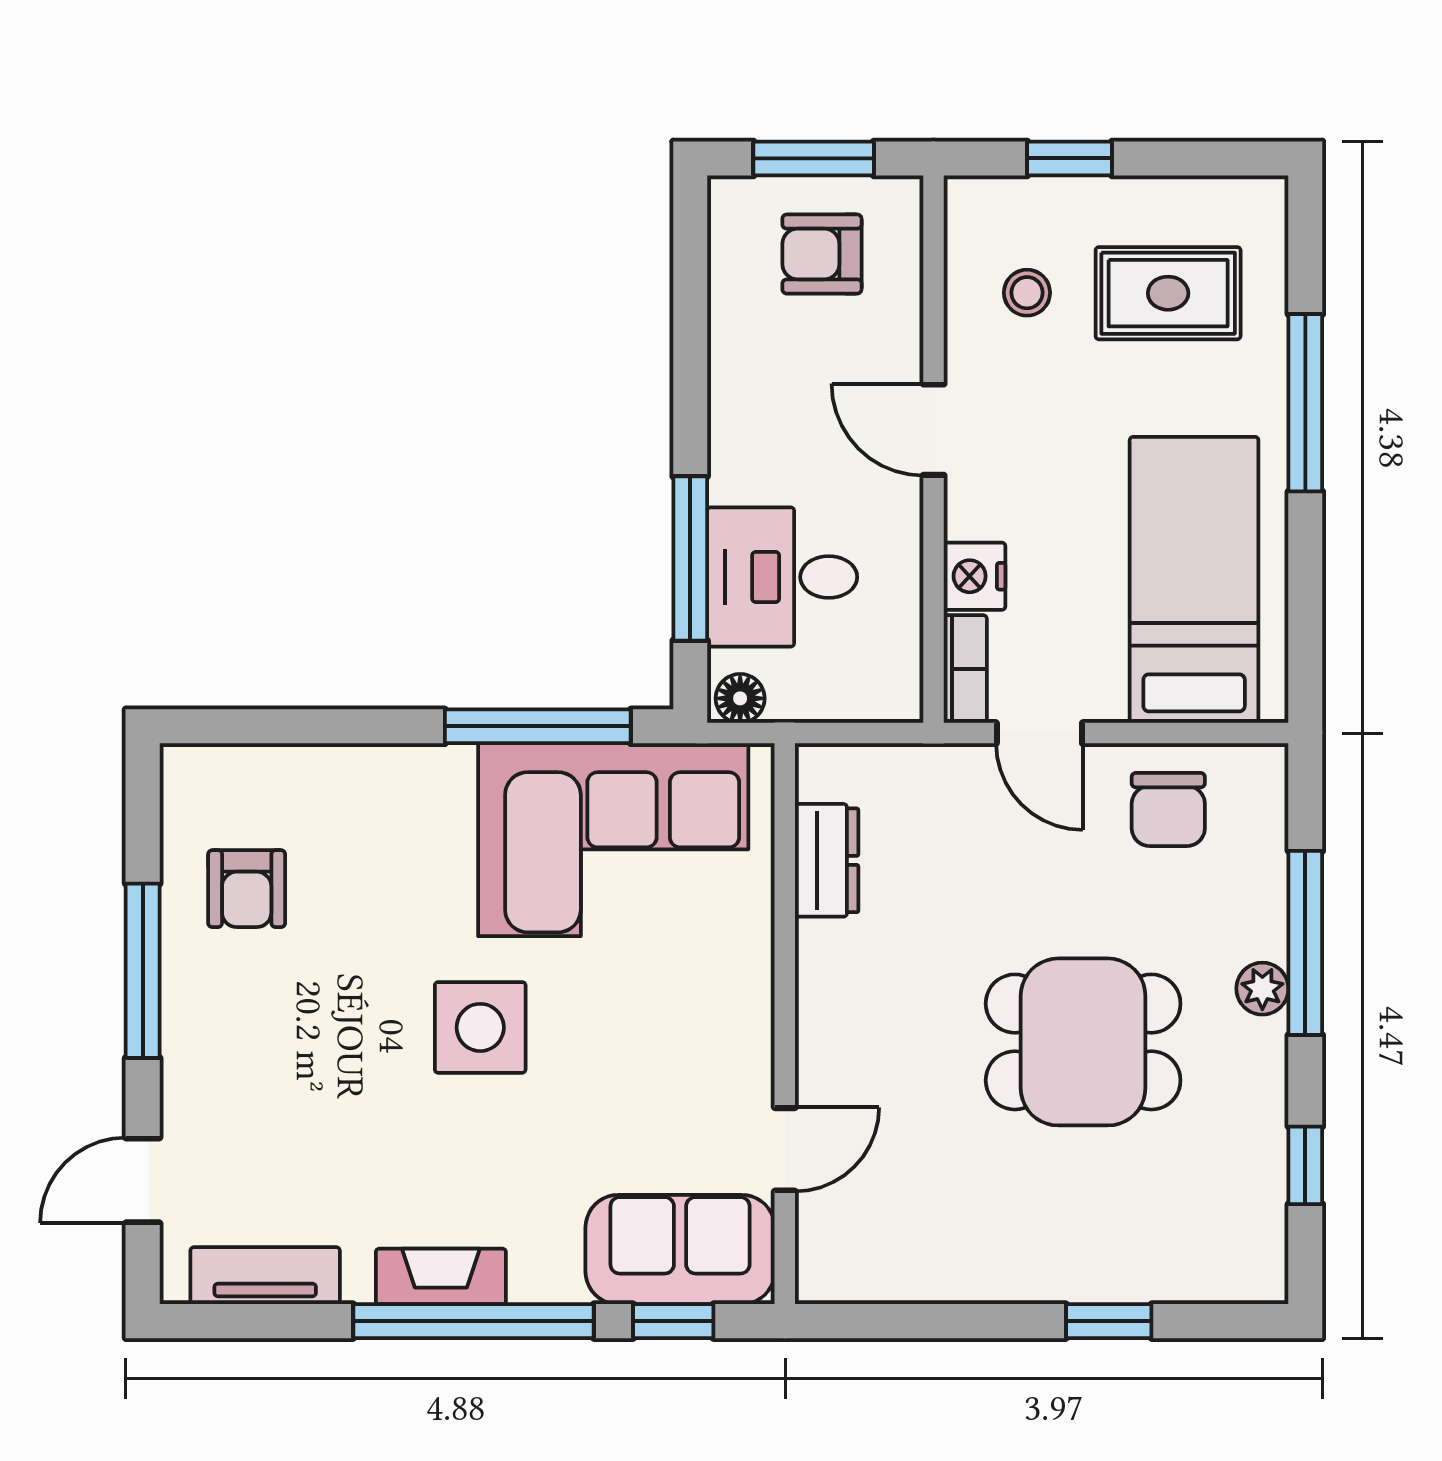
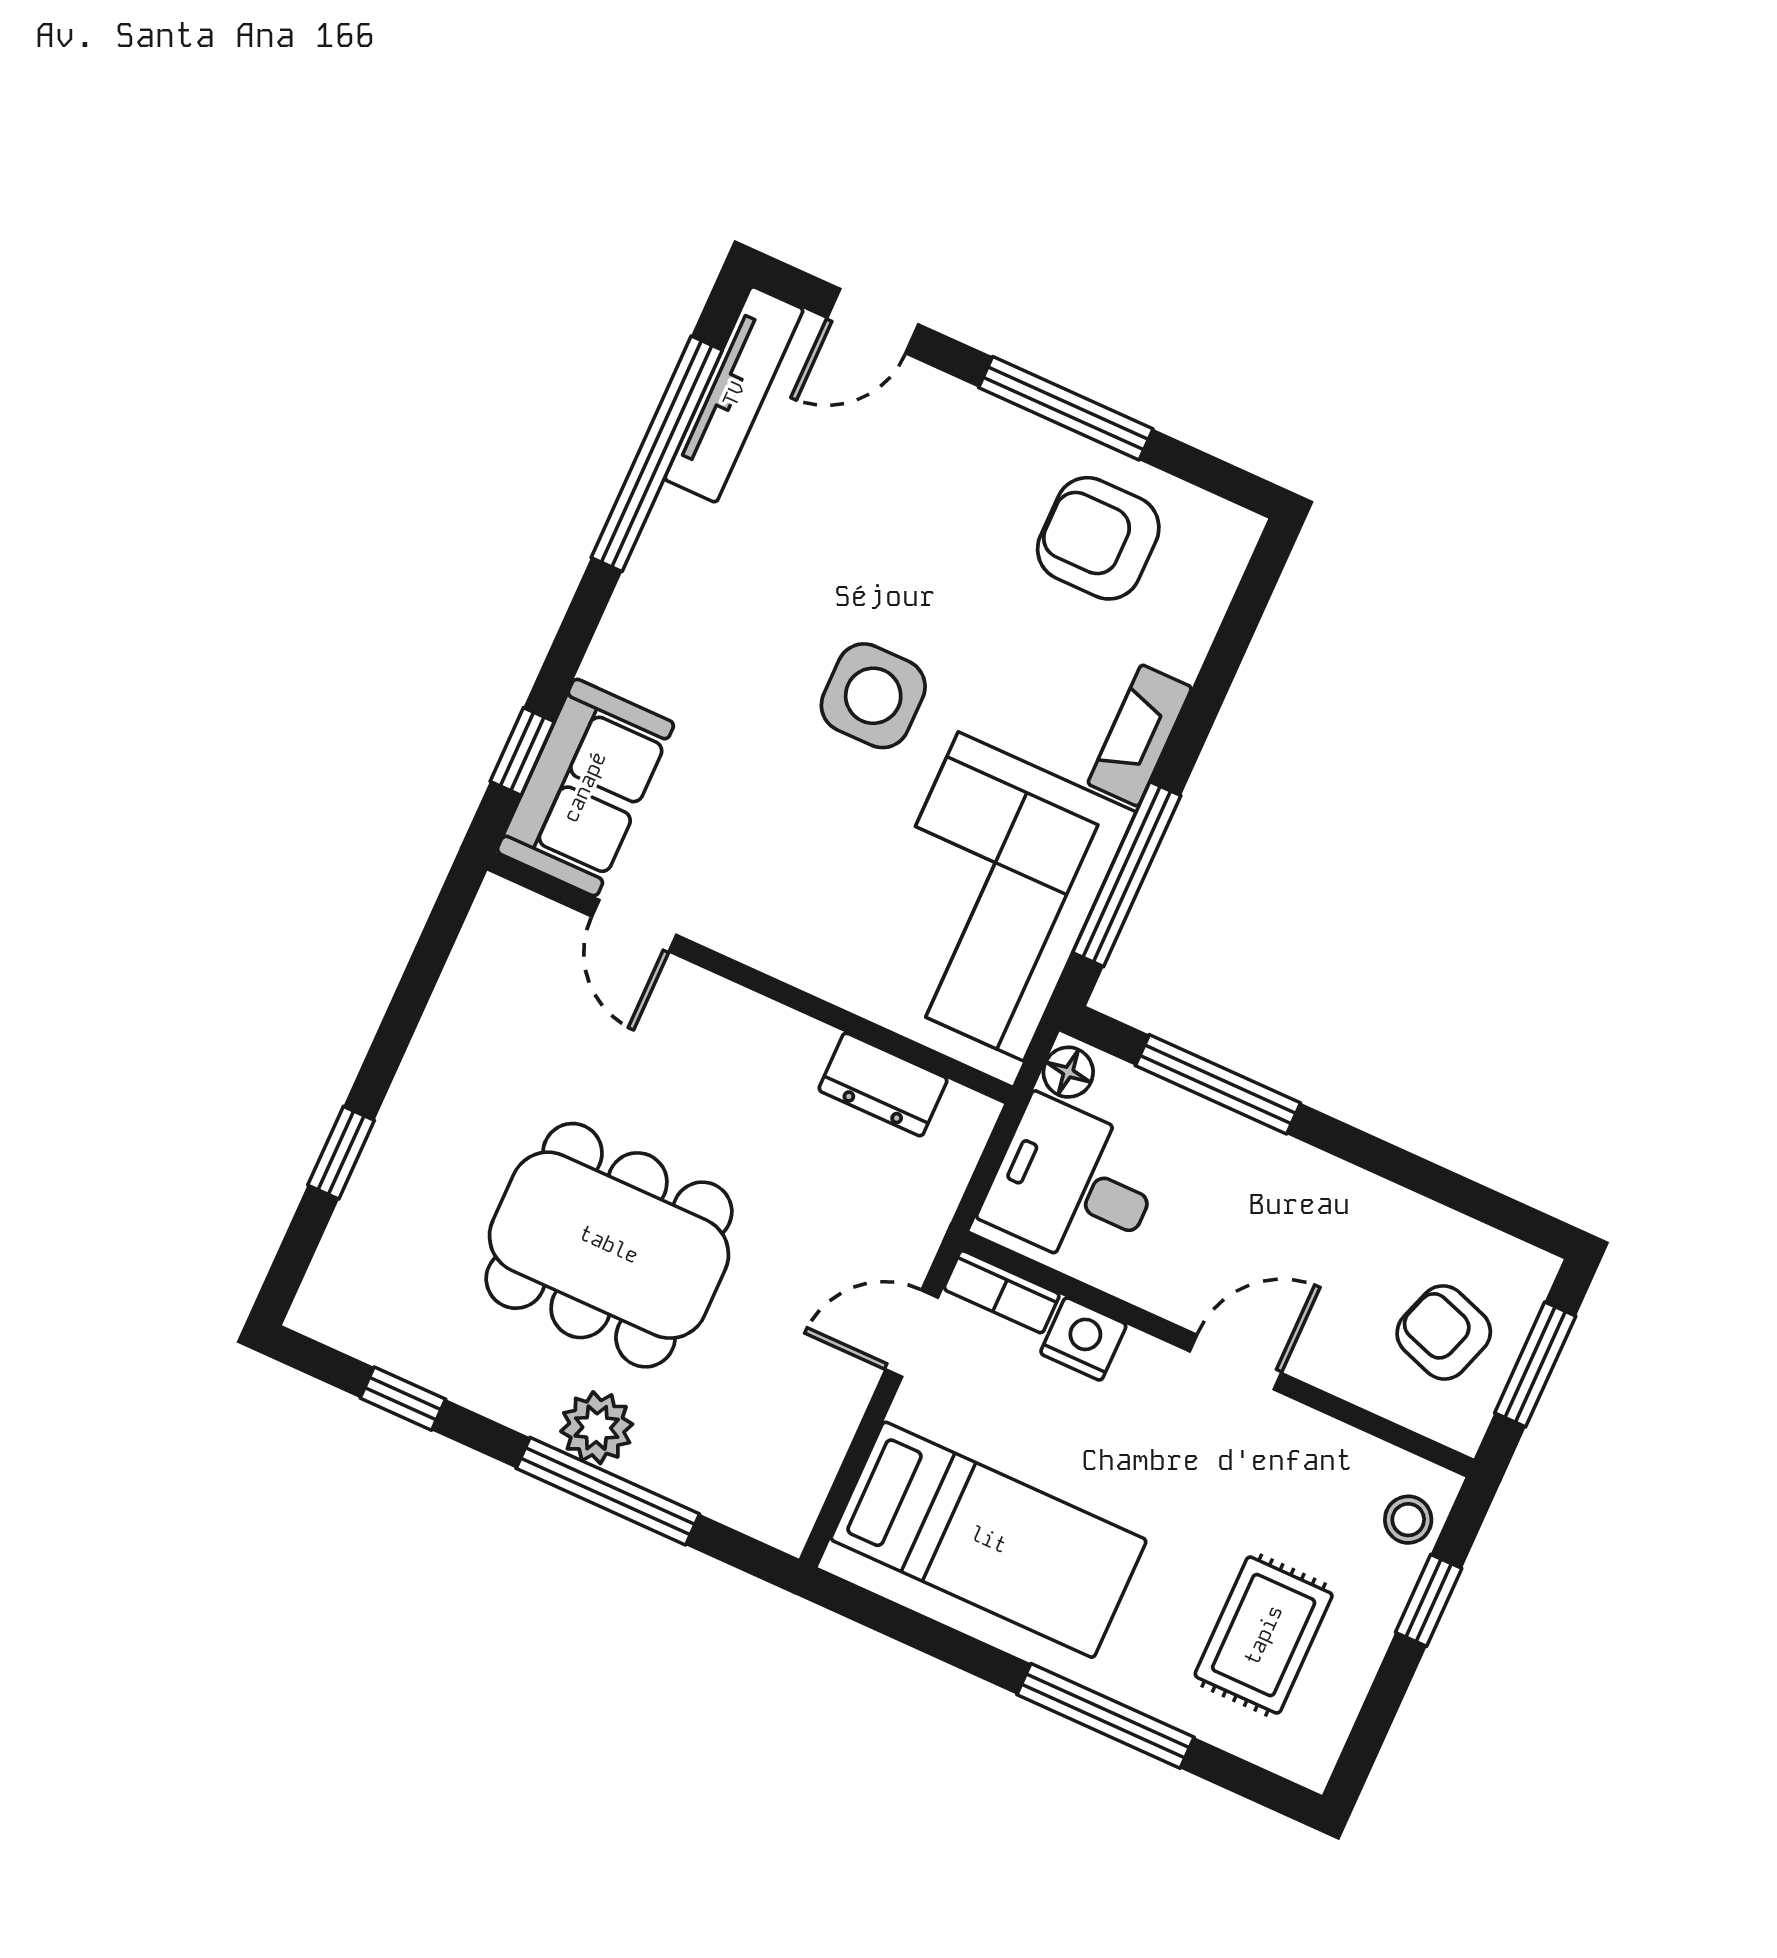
armchair: (822, 254) -> (1444, 1332), turned -71
stool: (1027, 293) -> (1408, 1520), moved
desk: (782, 577) -> (1073, 1185), moved, turned -90
chair: (1168, 809) -> (788, 1420), removed
armchair: (247, 889) -> (1098, 538), width x1.38, depth x1.38
plant: (1262, 989) -> (597, 1428), width x1.38, depth x1.38
dining table: (1083, 1042) -> (609, 1245), width x1.38
door: (143, 1180) -> (873, 321), swing flipped
tv unit: (265, 1276) -> (734, 394), width x1.41
fireplace: (441, 1276) -> (1140, 735), moved, turned 180
window: (474, 1321) -> (657, 454), moved

